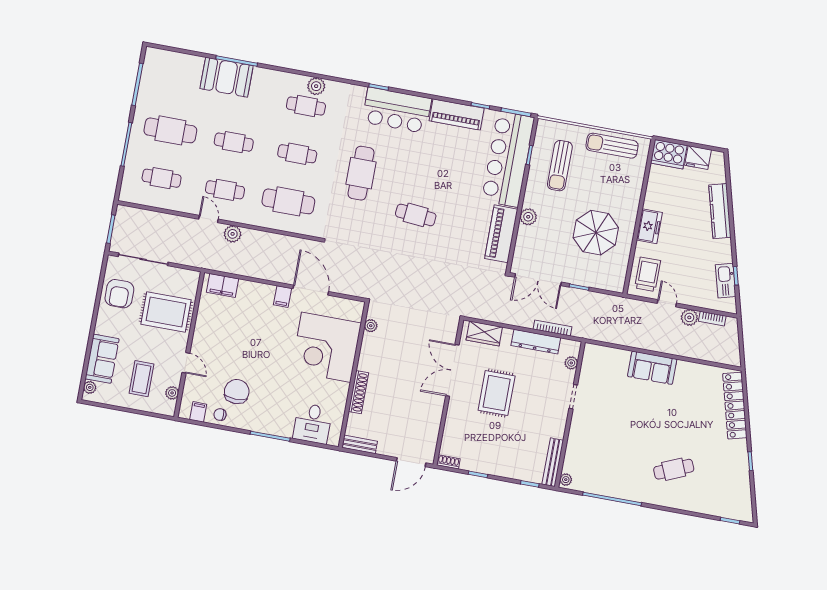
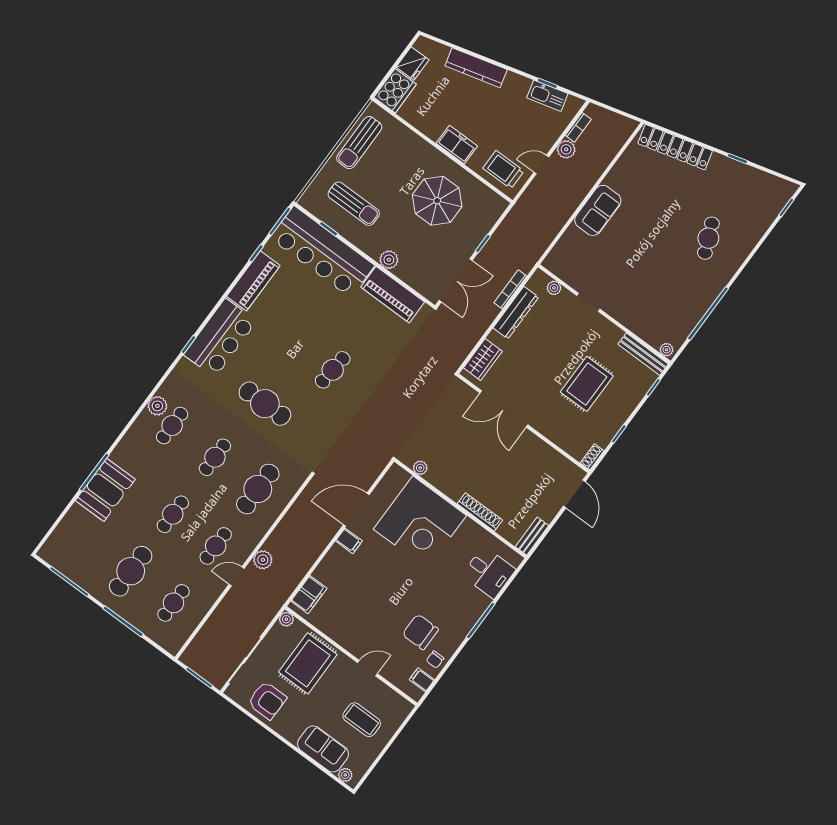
plant: (172, 393) -> (286, 619), moved
rug: (497, 393) -> (587, 384), moved, turned 90

